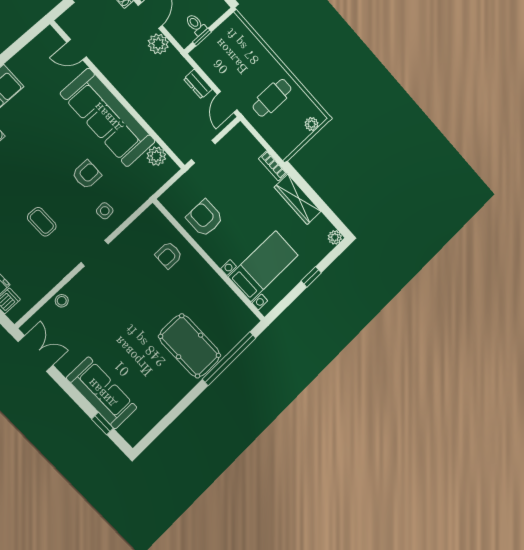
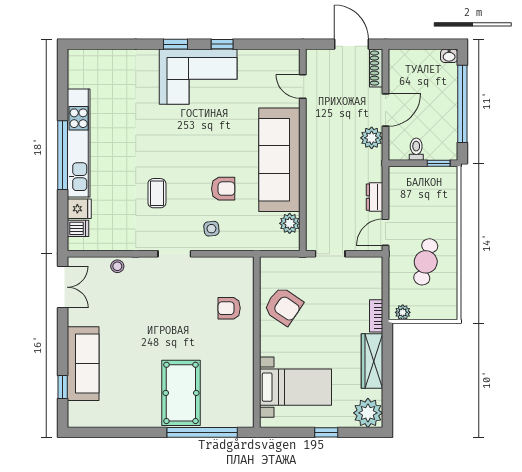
window: (202, 37) -> (439, 163), moved
cafe table: (272, 98) -> (426, 262), turned -76
plant: (312, 124) -> (403, 312), moved
armchair: (205, 218) -> (283, 306), turned 124
plant: (335, 237) -> (368, 413), width x1.88, depth x1.88

